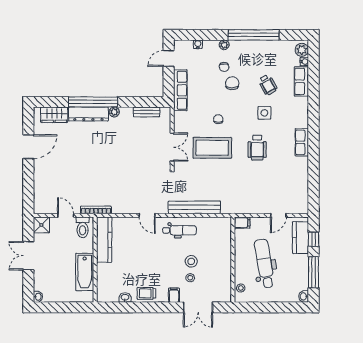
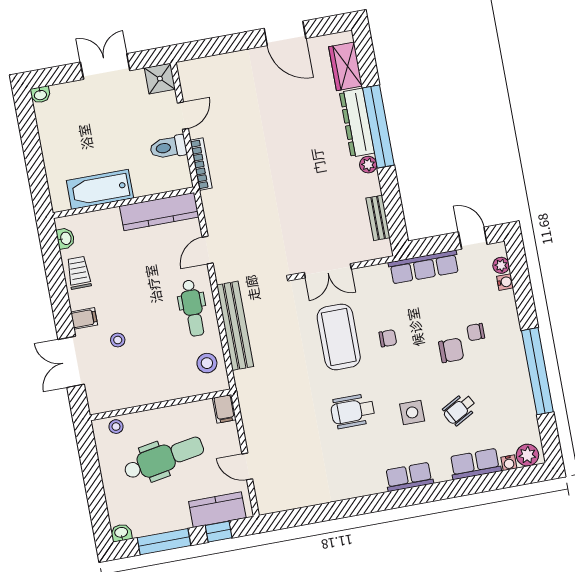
plant: (224, 45) -> (501, 265), moved
row of seats: (302, 142) -> (409, 477), moved
kitchen counter: (104, 240) -> (159, 212), moved
wall: (95, 260) -> (123, 203), moved
stool: (191, 261) -> (207, 363), moved
bathtub: (85, 272) -> (100, 189), moved

